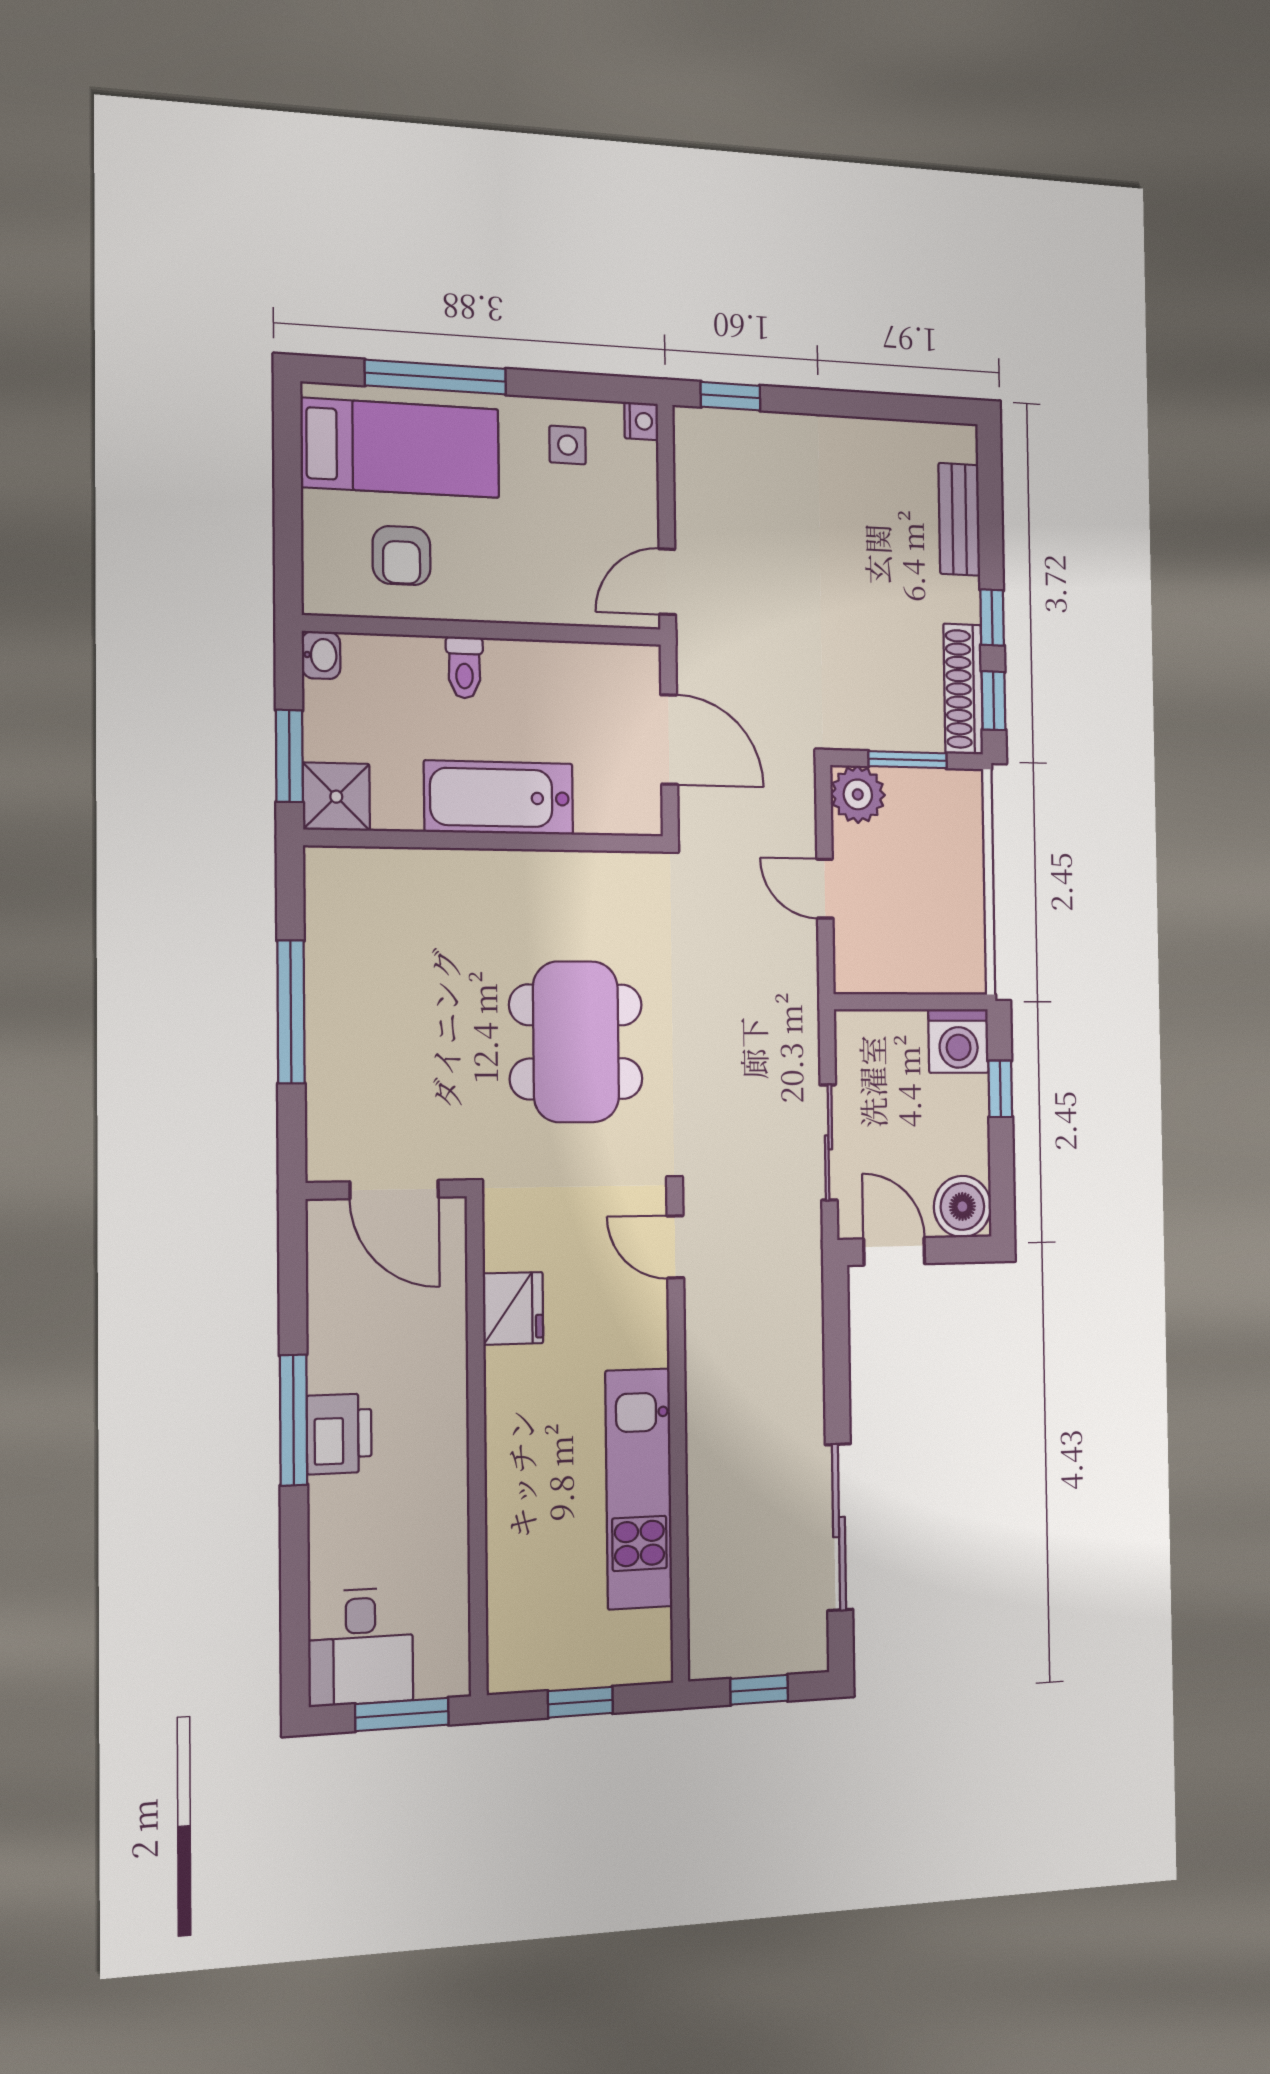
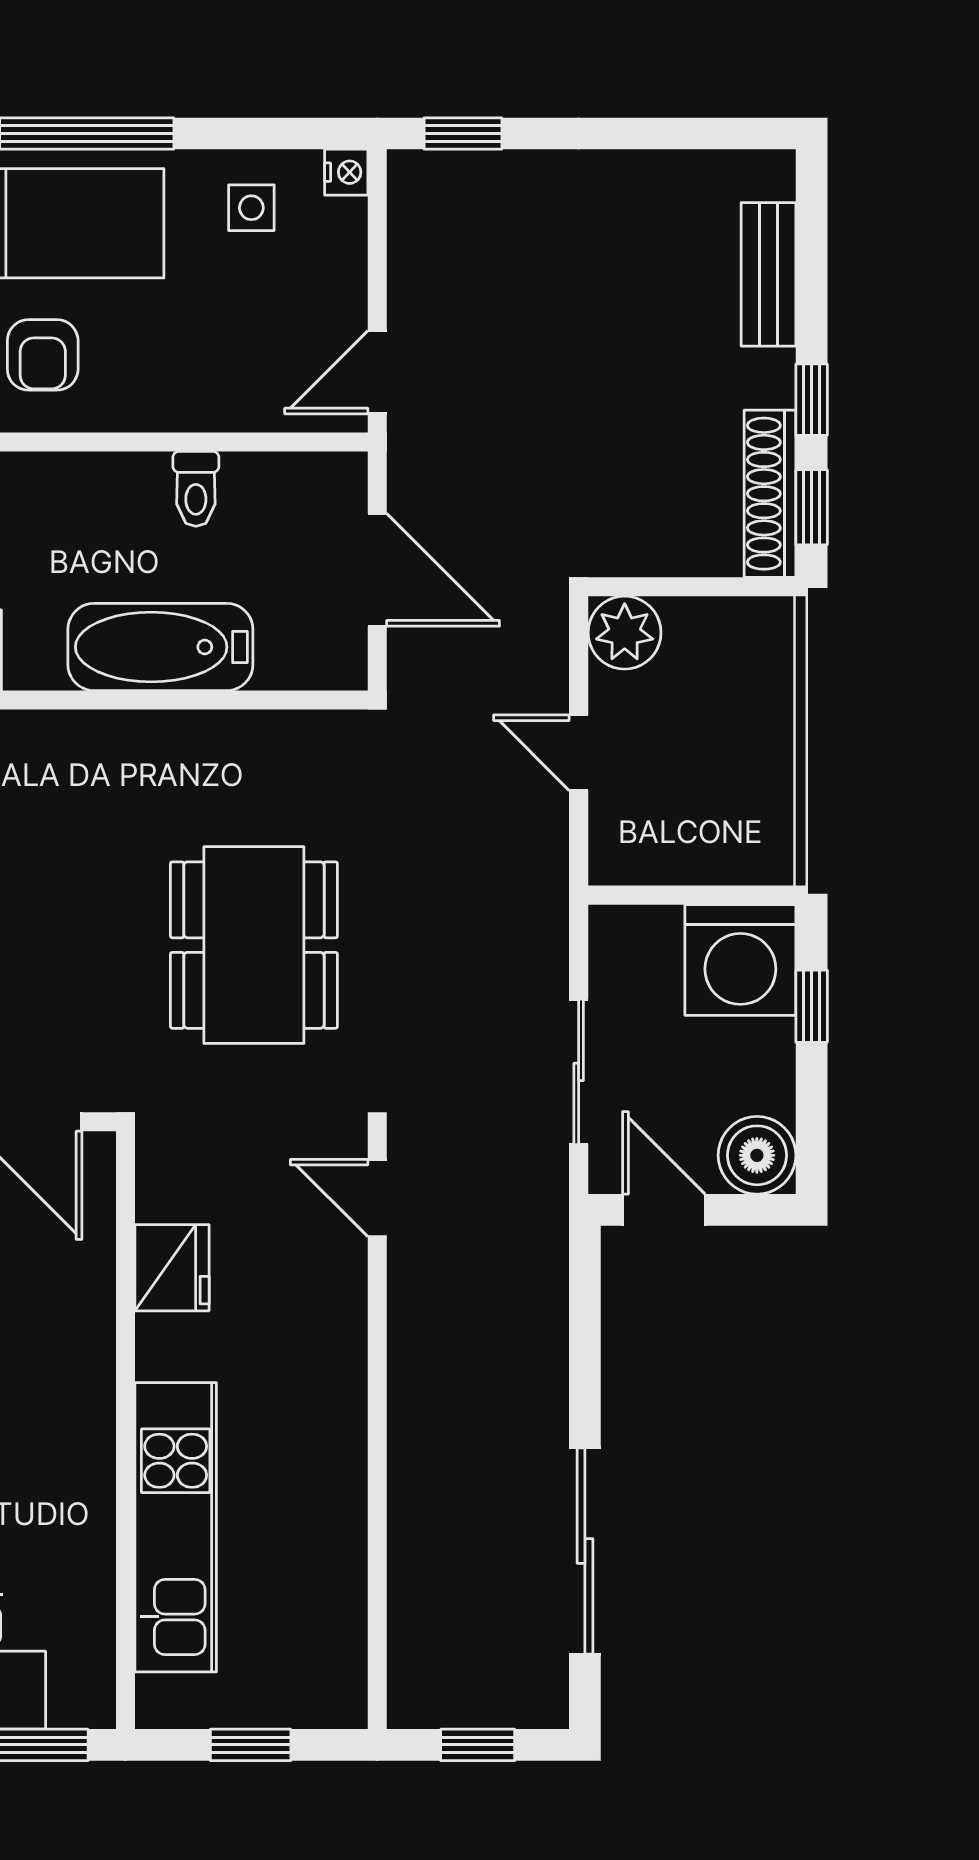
toilet: (464, 667) -> (196, 489), moved
window: (908, 760) -> (693, 587), removed
washing machine: (958, 1041) -> (740, 960), width x1.37, depth x1.37
kitchen unit: (639, 1489) -> (176, 1527), moved, turned 180

